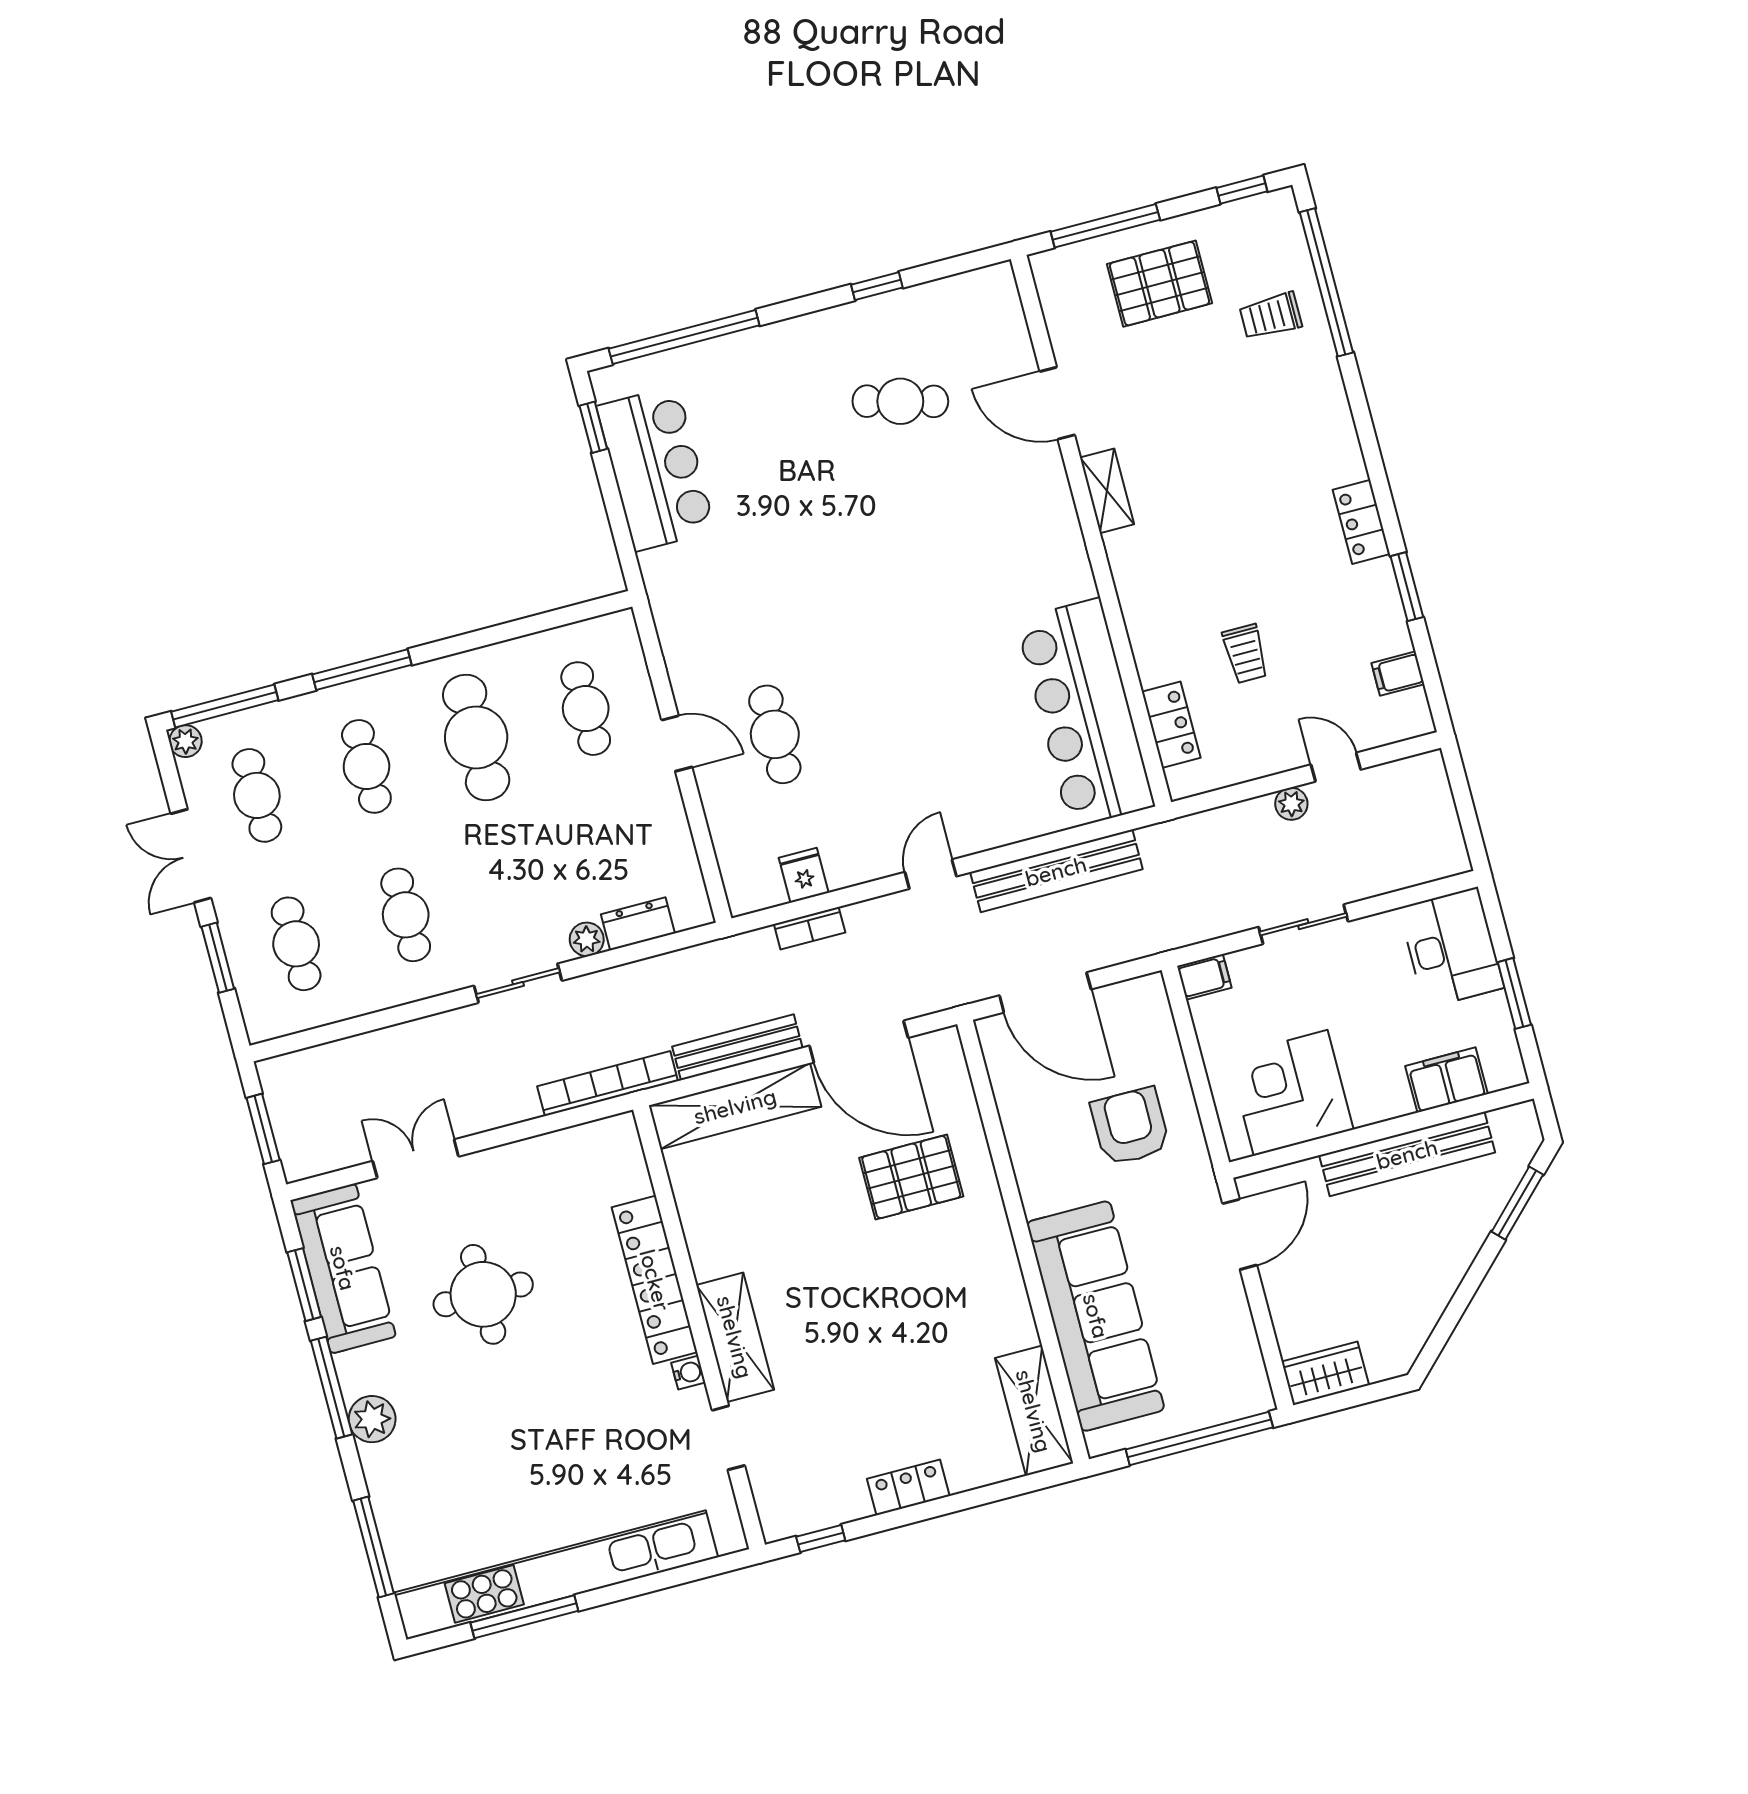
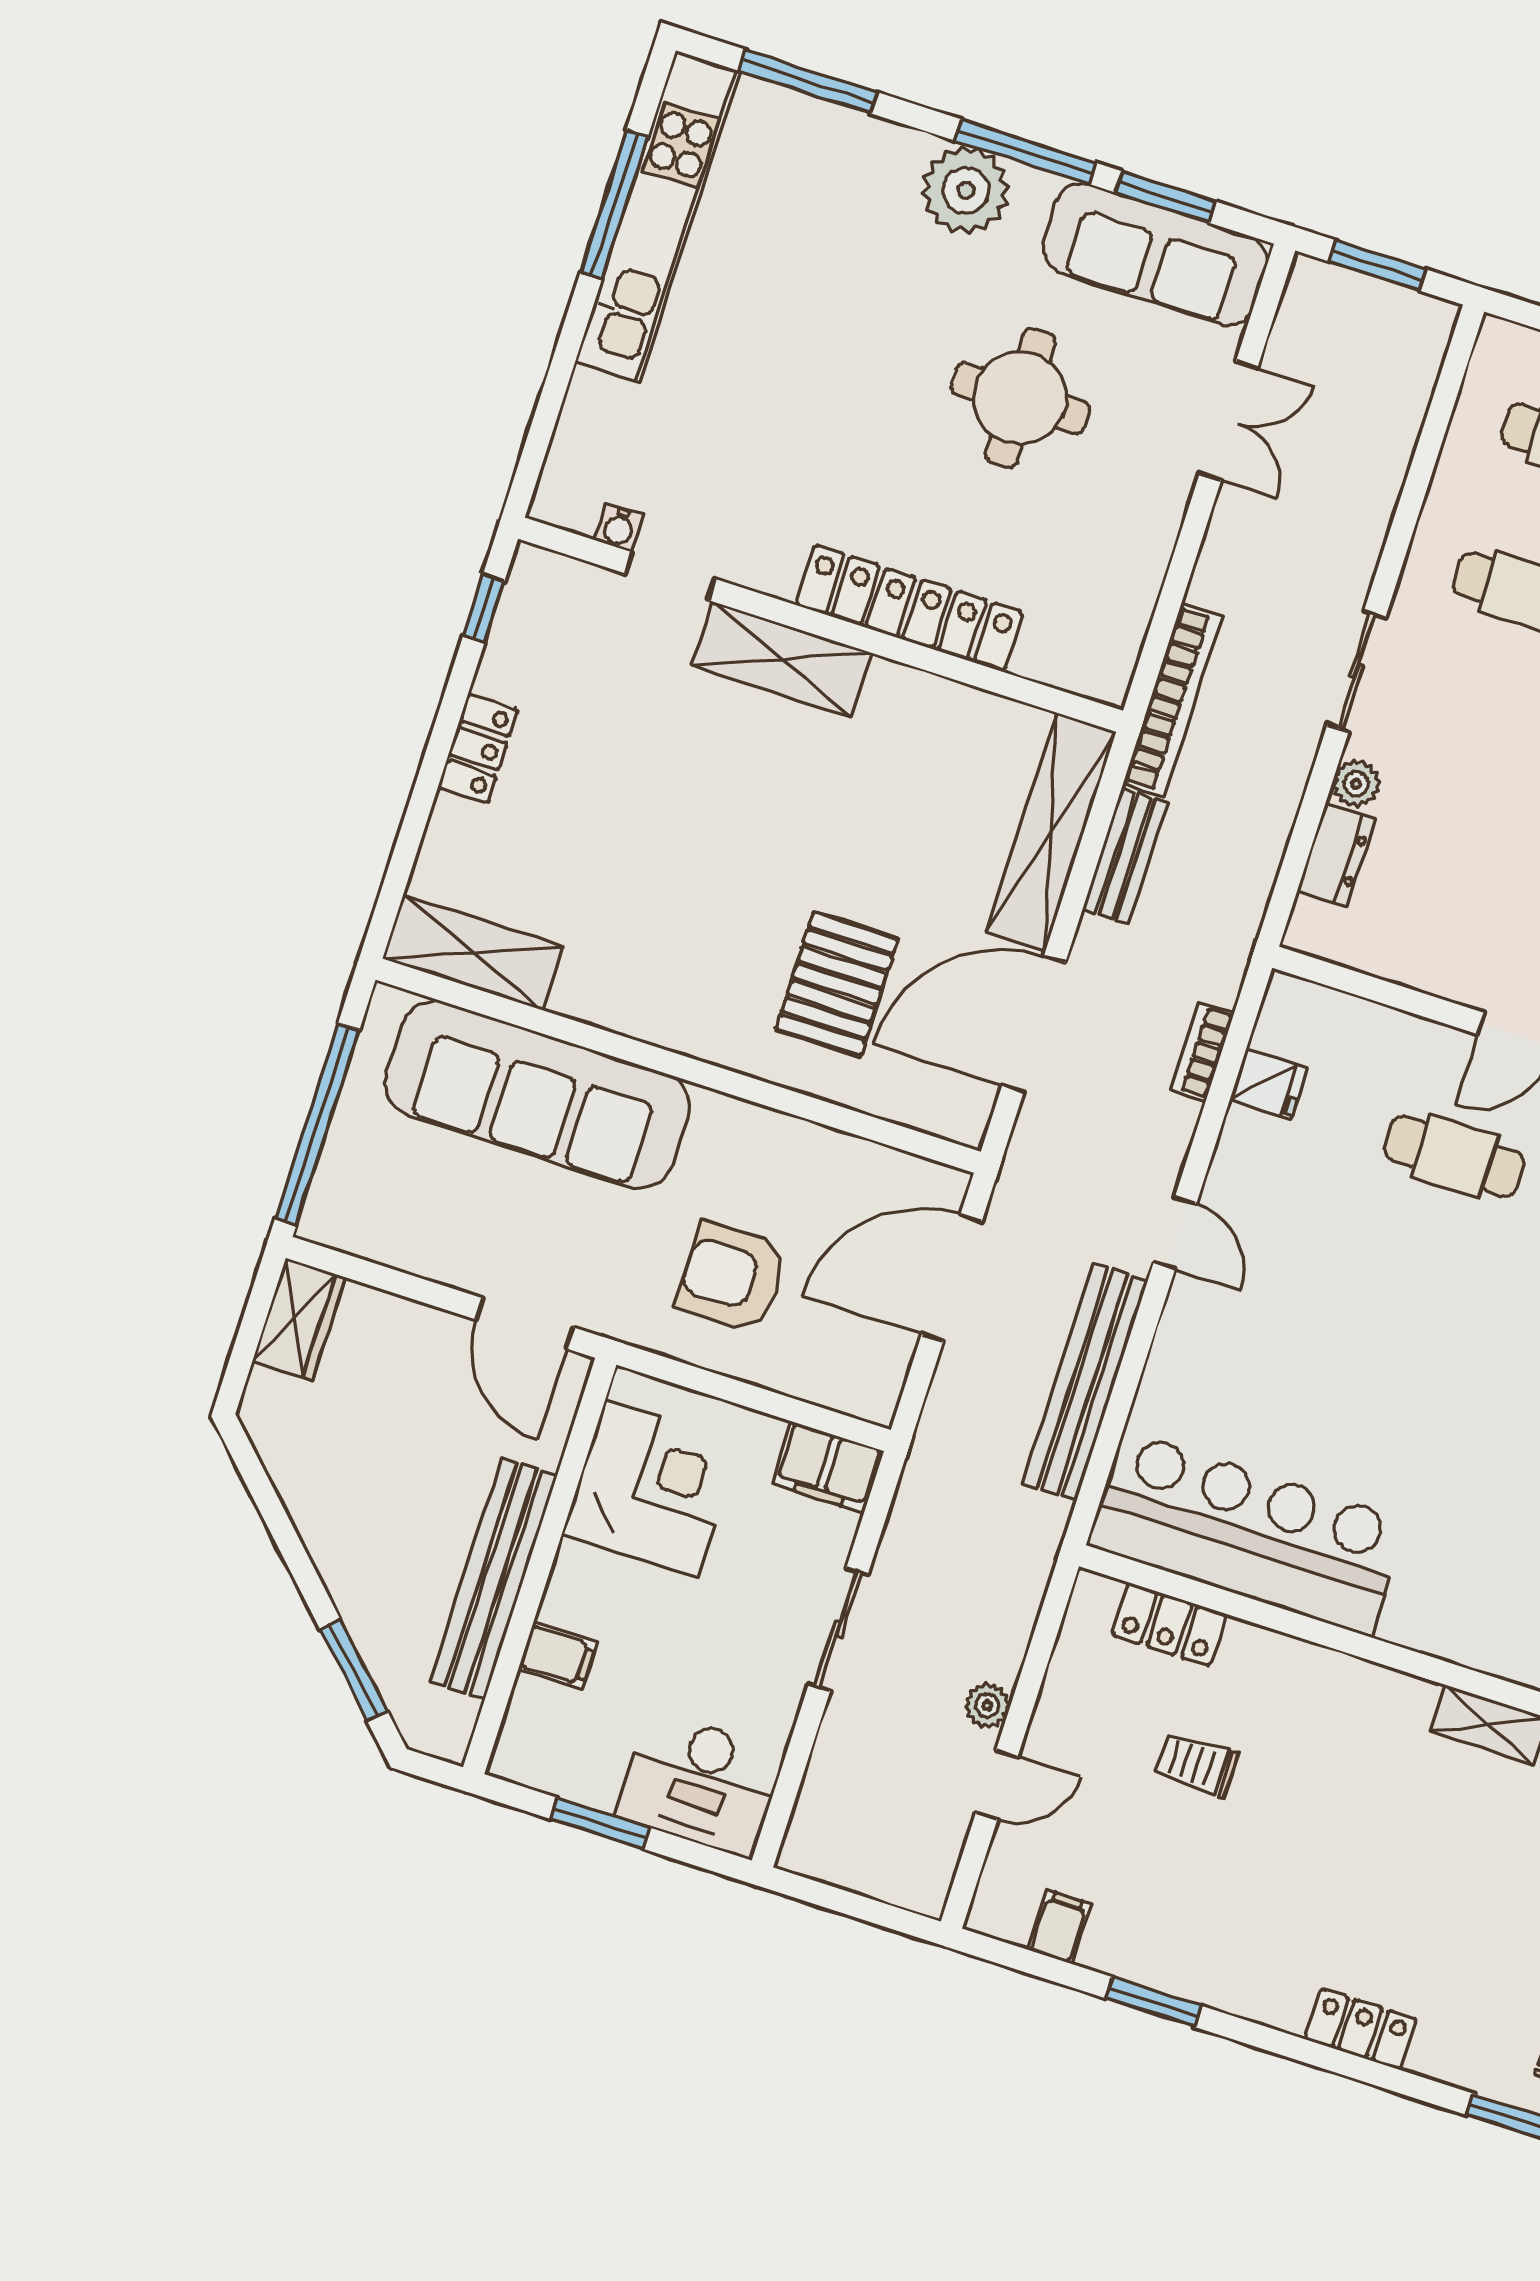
locker: (1361, 522) -> (1361, 2029), moved
filing cabinet: (1204, 977) -> (828, 1467), width x2.00
bench: (737, 1047) -> (1125, 856), width x0.73
filing cabinet: (1446, 1080) -> (558, 1656), width x0.50
armchair: (1130, 1126) -> (732, 1277), turned 180
water cooler: (688, 1373) -> (619, 528), moved
plant: (372, 1419) -> (966, 190), width x1.36, depth x1.36
kitchen unit: (556, 1575) -> (658, 216), width x0.73

